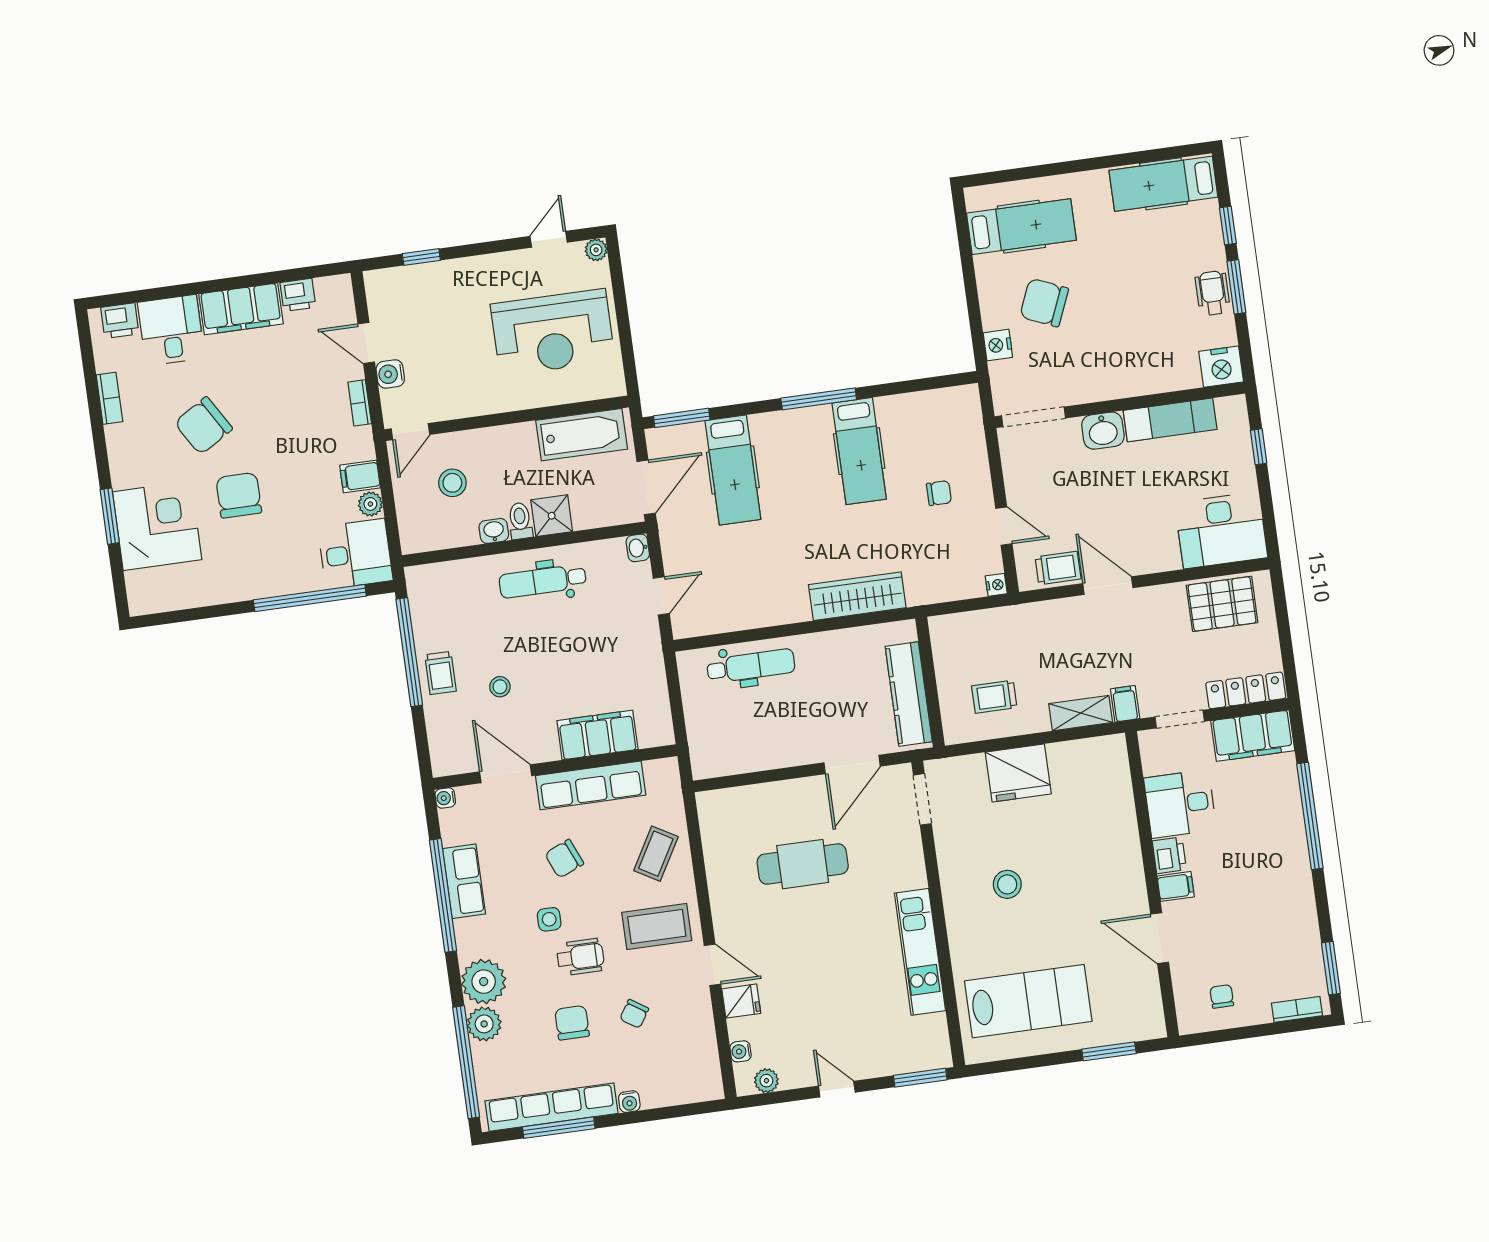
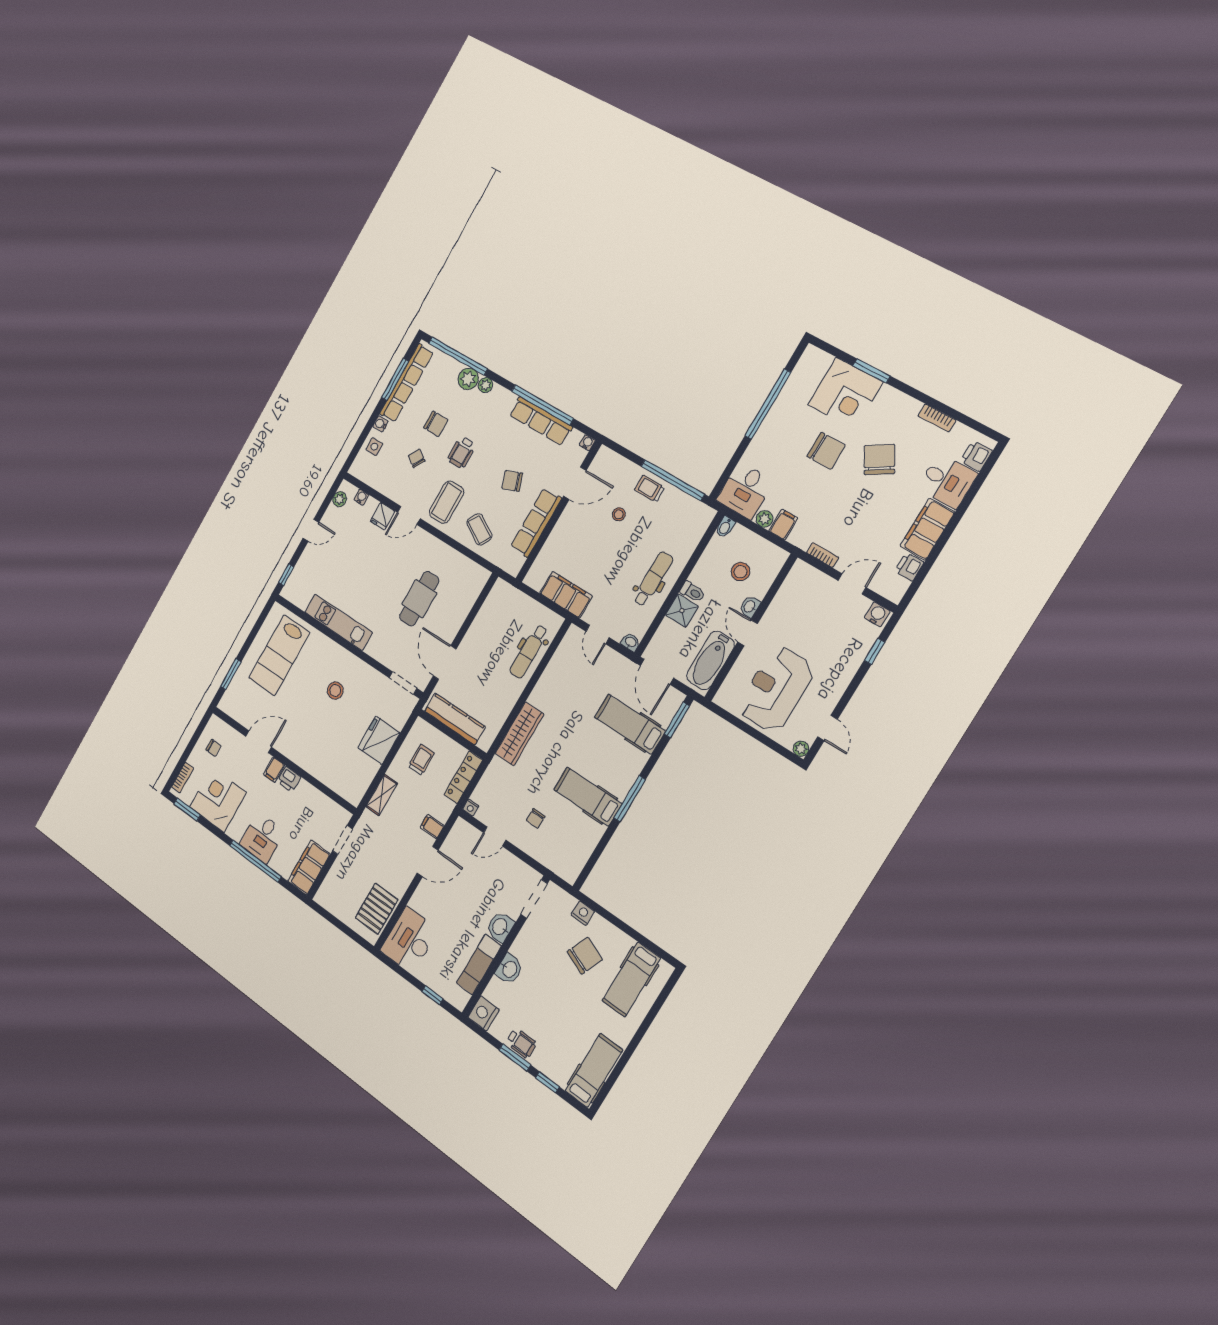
water cooler: (390, 374) -> (877, 614), moved
washbasin: (1141, 379) -> (509, 969), added
door: (410, 432) -> (748, 633), moved
washbasin: (494, 531) -> (750, 607), moved, turned 180
bidet: (415, 543) -> (725, 527), added
trolley: (1058, 568) -> (455, 845), removed
window: (310, 598) -> (768, 404), moved
locker: (1246, 690) -> (463, 777), moved, turned 180
filing cabinet: (1125, 704) -> (432, 827), moved, turned 180
filing cabinet: (597, 735) -> (566, 595), moved, turned -90
desk: (1180, 804) -> (262, 838), moved, turned 180
chair: (564, 859) -> (512, 481), turned -87
row of seats: (464, 881) -> (541, 421), width x1.48
side table: (549, 919) -> (374, 447), moved
corner desk: (1281, 934) -> (218, 800), added
plant: (484, 982) -> (485, 385), width x0.53, depth x0.53
window: (920, 1078) -> (286, 575), width x0.67

